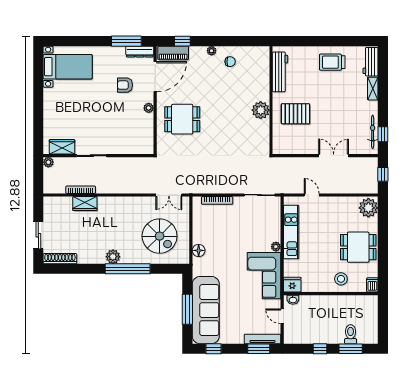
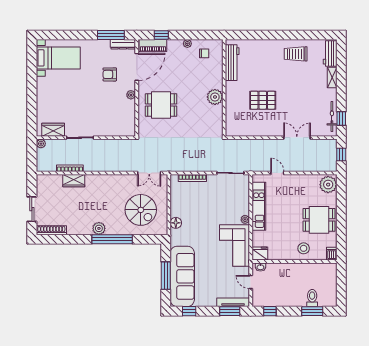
workbench: (280, 72) -> (232, 63), moved
wall: (271, 100) -> (224, 88), moved
plant: (261, 110) -> (215, 97), moved
window: (320, 349) -> (270, 311), moved

